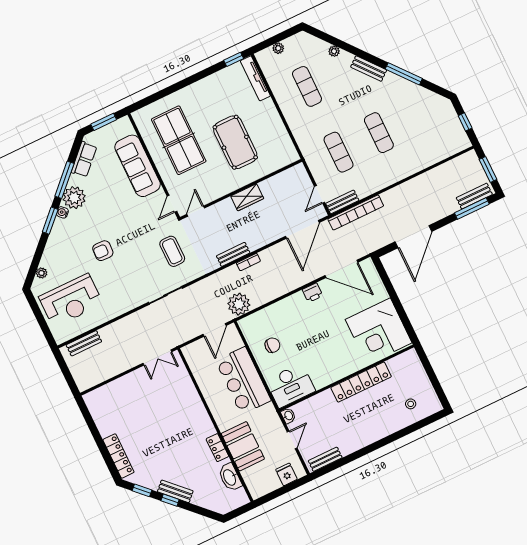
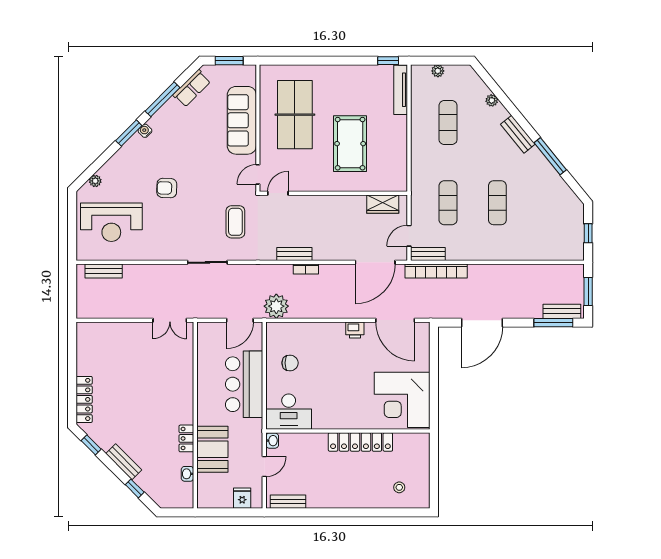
wardrobe: (247, 197) -> (383, 204), moved
plant: (74, 198) -> (164, 122), removed
washbasin: (230, 477) -> (187, 474), width x0.52, depth x0.69
window: (170, 500) -> (135, 488), moved

